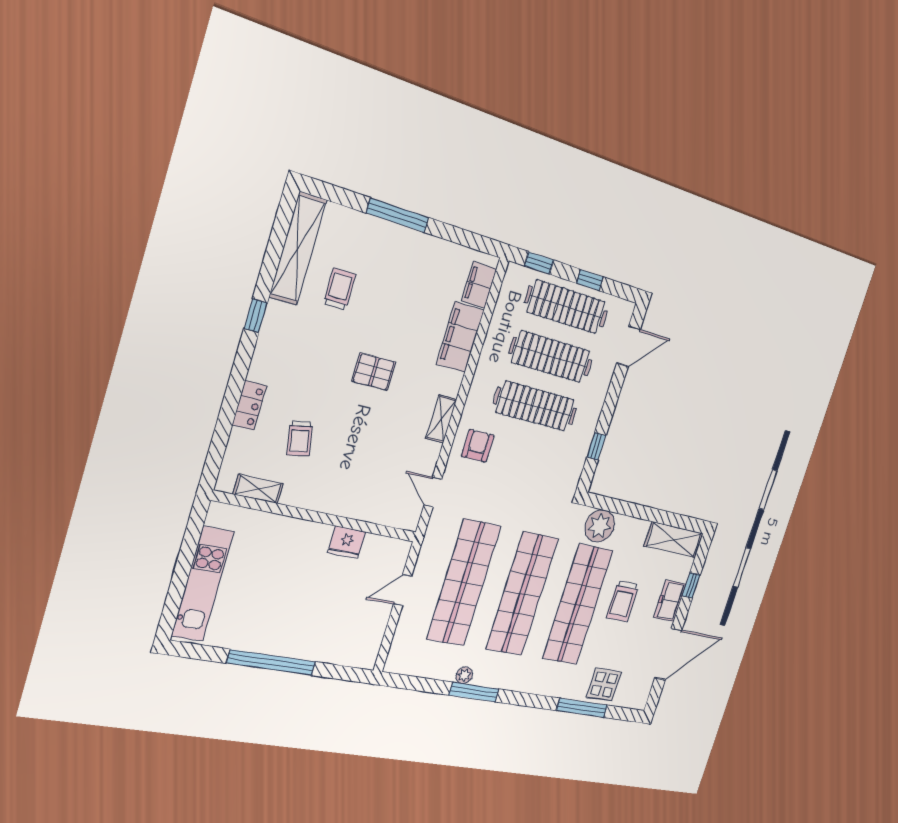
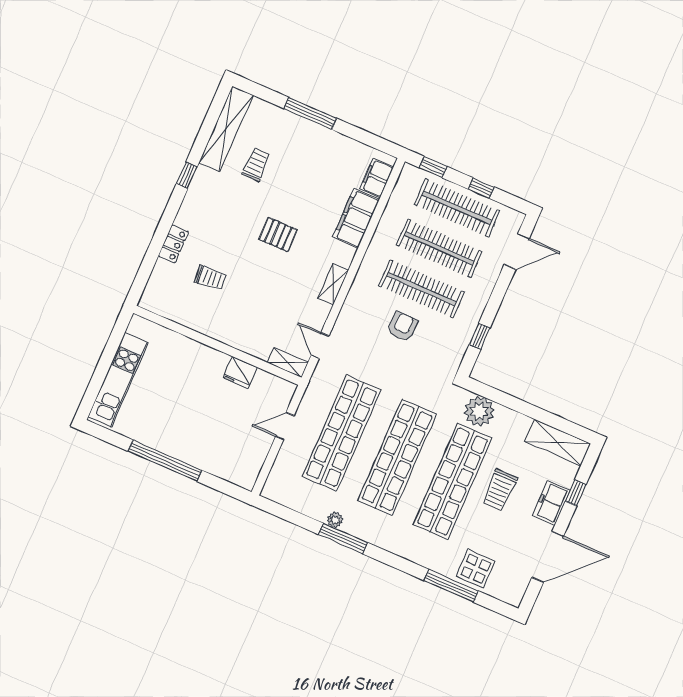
trolley: (300, 438) -> (210, 278), turned -85
armchair: (478, 446) -> (403, 327), moved
shelving: (258, 489) -> (288, 363), moved

